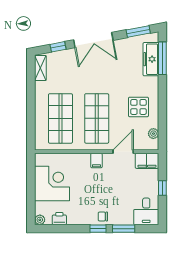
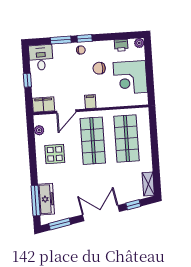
chair: (85, 196) -> (99, 68), added

